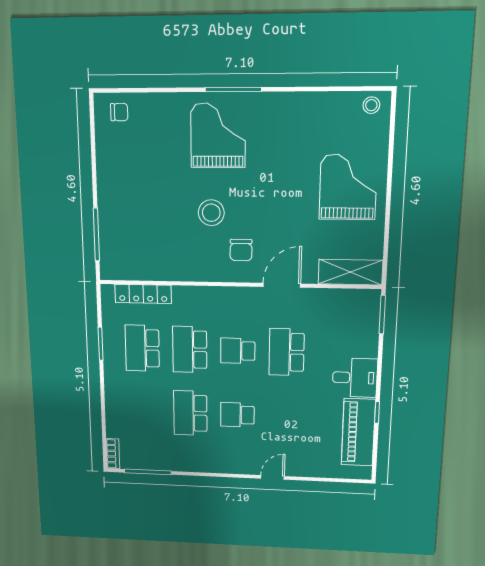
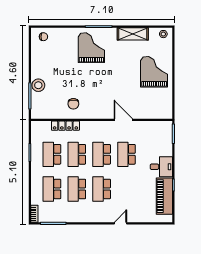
stool: (211, 213) -> (38, 85), moved
chair: (241, 250) -> (73, 104), moved
shelving: (350, 272) -> (133, 34), moved
door: (282, 285) -> (123, 120), hinge flipped
locker: (143, 294) -> (65, 126), moved
school desk: (238, 351) -> (102, 154), width x1.85
school desk: (144, 411) -> (52, 189), added
school desk: (237, 415) -> (102, 189), width x1.85

